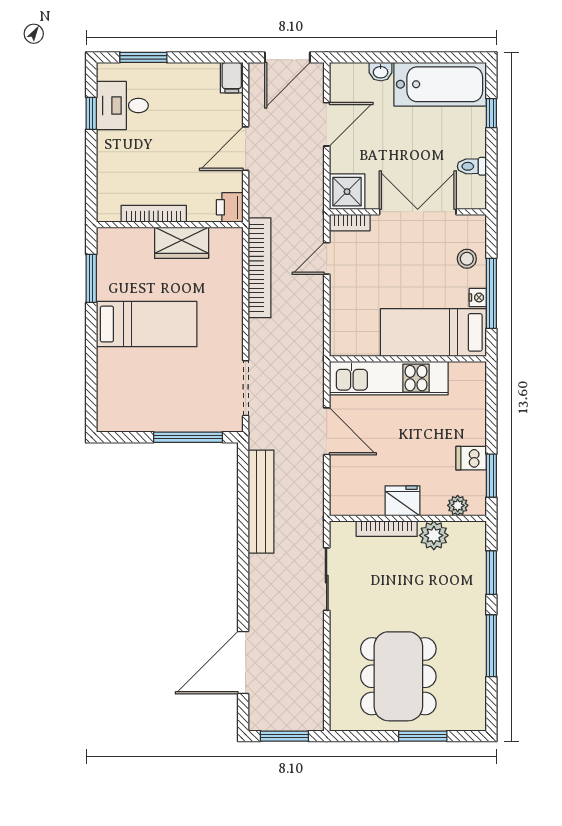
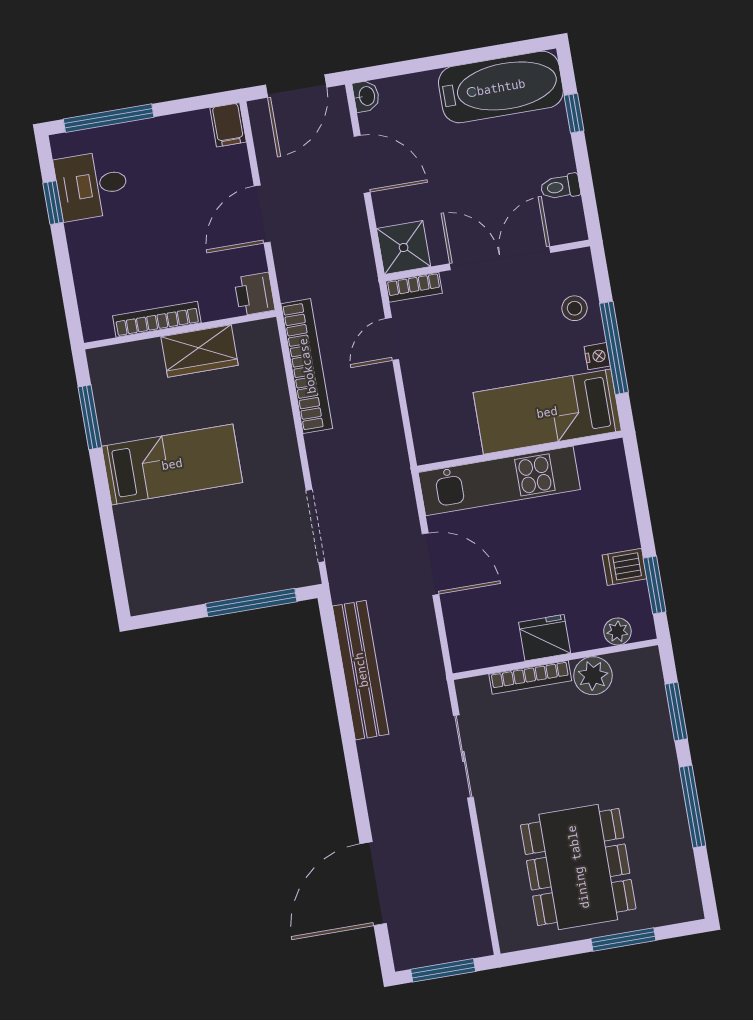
window: (143, 57) -> (109, 118), width x1.44
washbasin: (381, 72) -> (366, 96), moved, turned -90
door: (327, 124) -> (362, 164), hinge flipped

